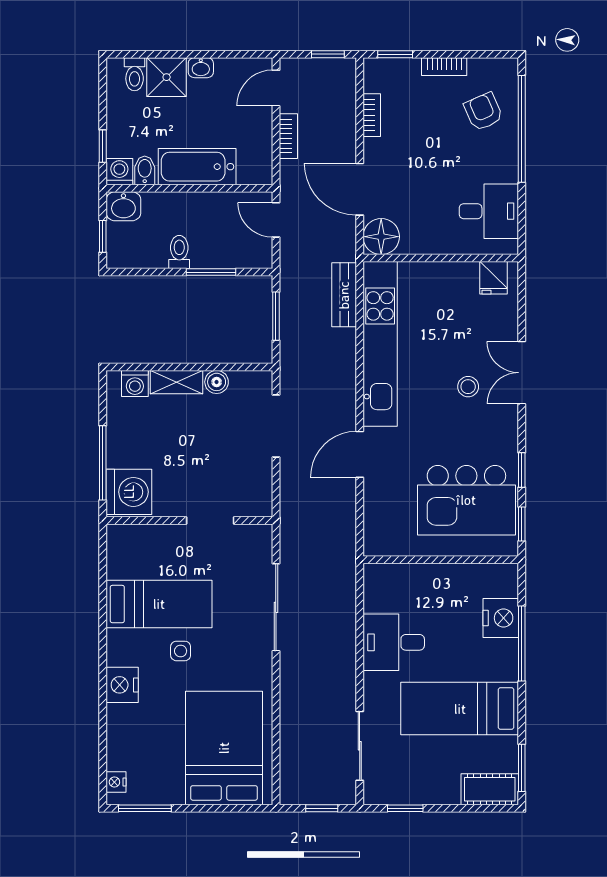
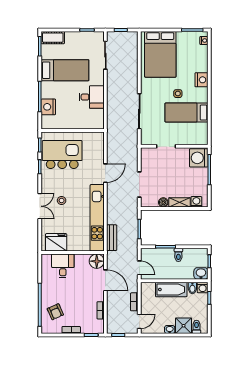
desk: (489, 211) -> (63, 266), moved, turned 90
fridge: (494, 278) -> (56, 242), width x1.88, depth x1.34

